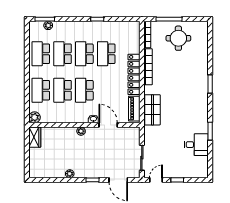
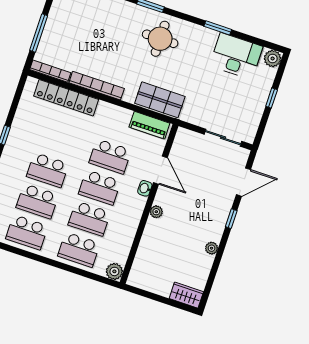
round table: (178, 38) -> (160, 39), moved
school desk: (106, 54) -> (110, 156), moved
locker: (134, 74) -> (66, 98), moved
door: (108, 125) -> (160, 170), swing flipped
wardrobe: (35, 137) -> (186, 295), moved
desk: (196, 145) -> (236, 56), width x1.37
plant: (202, 172) -> (273, 58), added
door: (156, 180) -> (261, 128), removed

